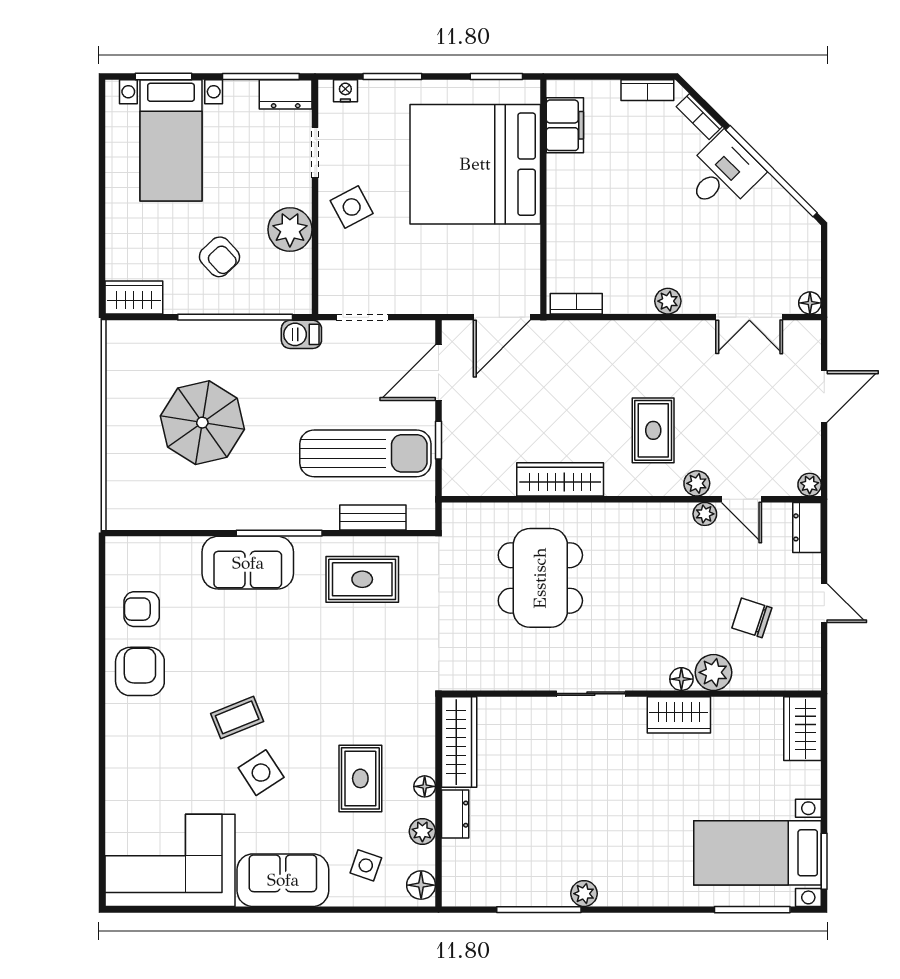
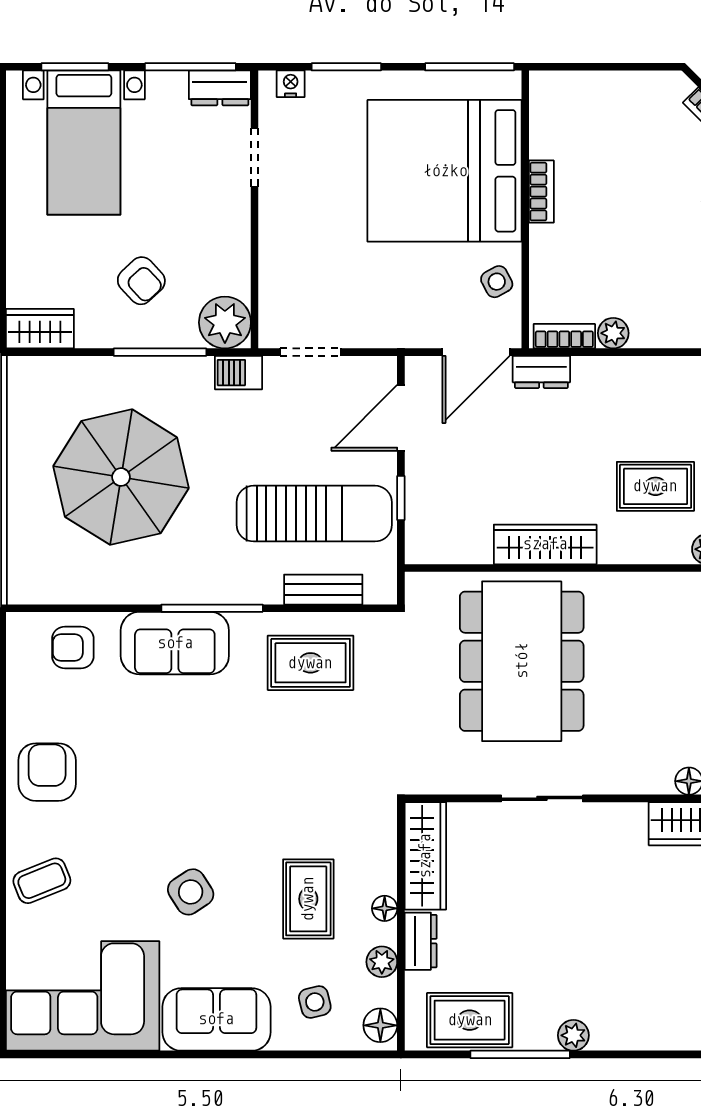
window: (496, 76) -> (470, 67), width x1.44
bookcase: (647, 90) -> (541, 192), moved, turned -90
filing cabinet: (565, 125) -> (551, 125), removed
side table: (352, 207) -> (497, 282), moved, width x0.73, depth x0.73
plant: (290, 230) -> (225, 322), moved
plant: (668, 301) -> (613, 333), moved
window: (235, 317) -> (160, 352), width x0.68
dresser: (557, 334) -> (541, 372), added
parasol: (202, 423) -> (121, 477), width x1.36, depth x1.36
rug: (653, 430) -> (655, 486), turned 90
dining table: (540, 578) -> (522, 661), width x1.36, depth x1.24
armchair: (142, 609) -> (73, 647), moved
sliding door: (591, 694) -> (542, 798), moved
coffee table: (237, 717) -> (42, 881), moved
side table: (366, 865) -> (315, 1002), turned -33
rug: (496, 881) -> (470, 1020), added

